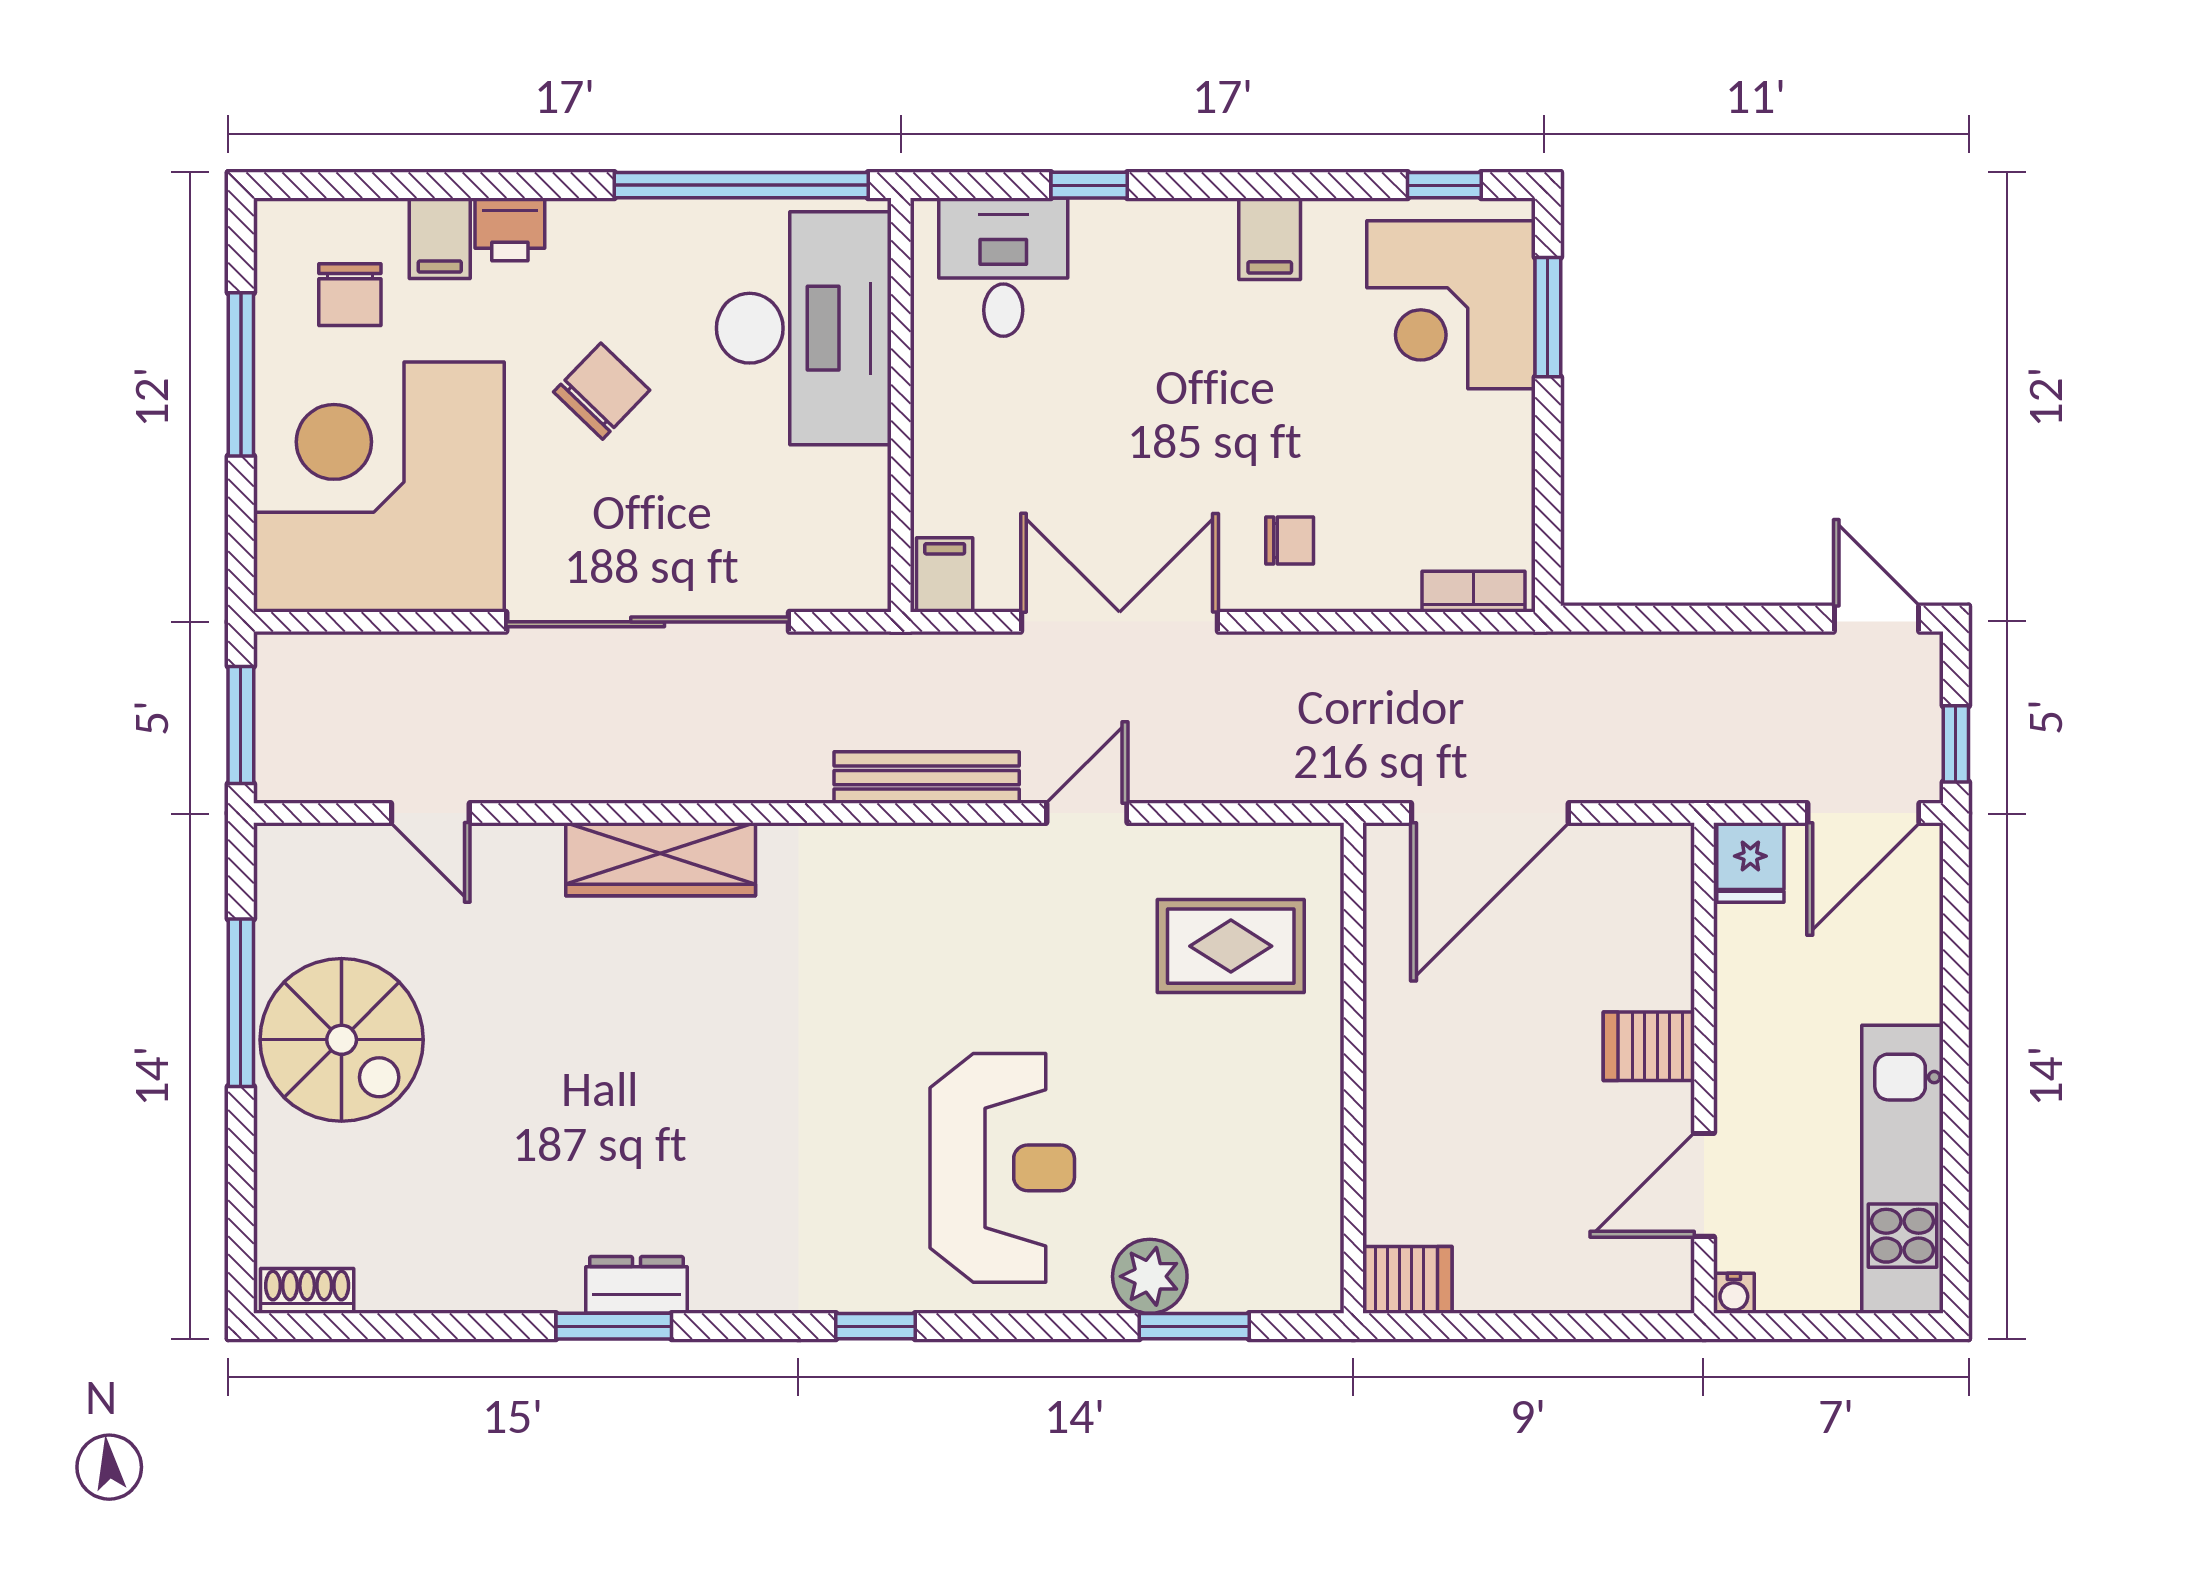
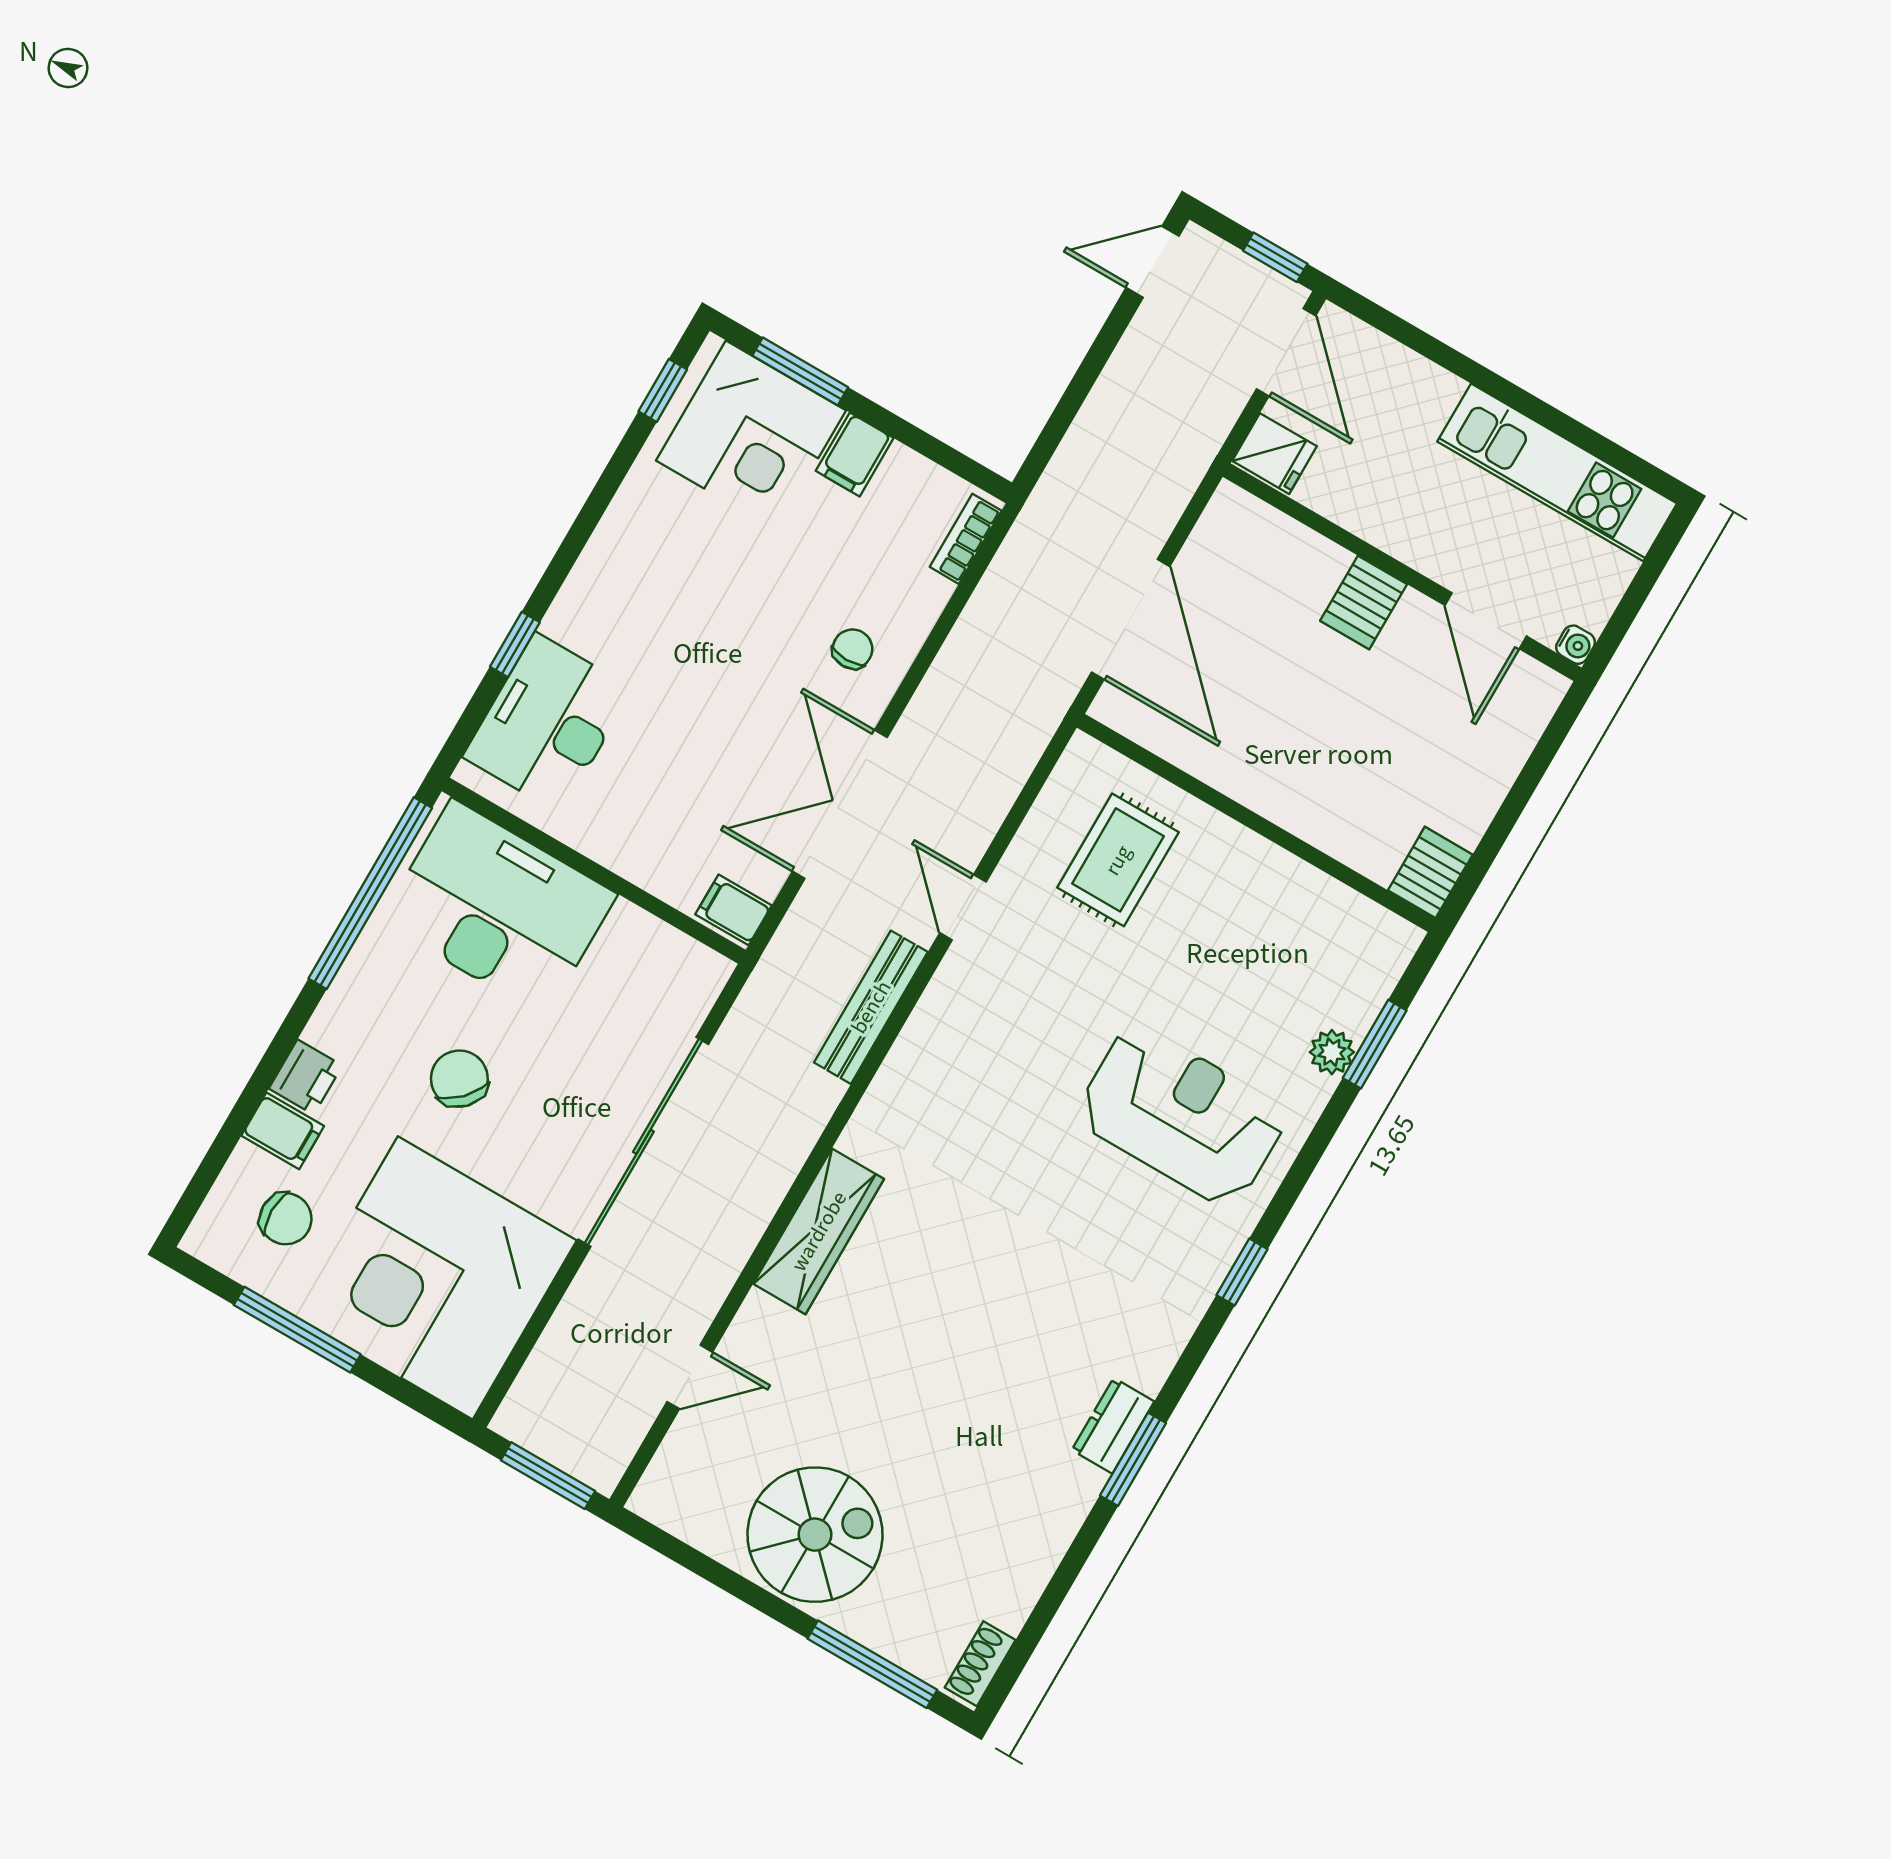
filing cabinet: (1270, 239) -> (855, 454), moved, turned 90
desk: (1003, 267) -> (548, 723), width x1.37
window: (241, 1003) -> (872, 1664), moved
plant: (1150, 1276) -> (1332, 1052), width x0.73, depth x0.73

